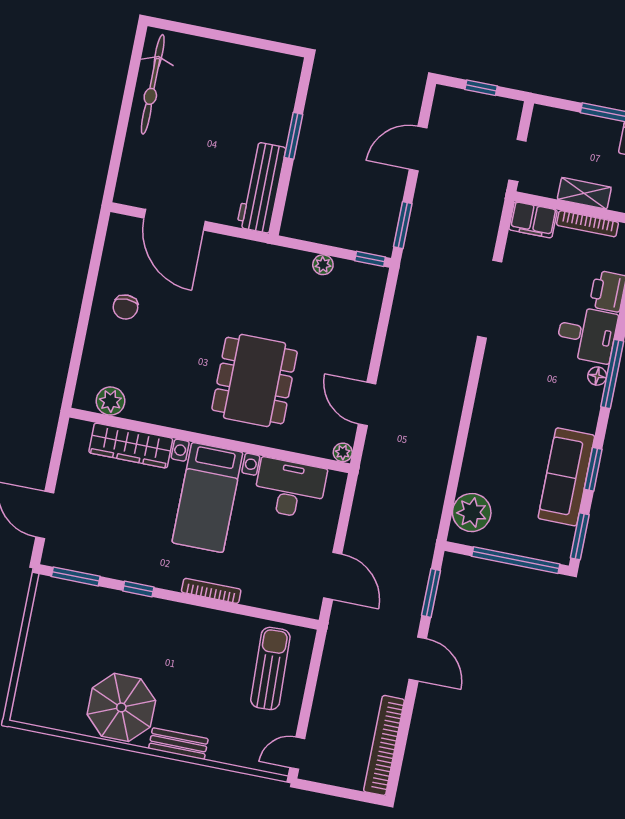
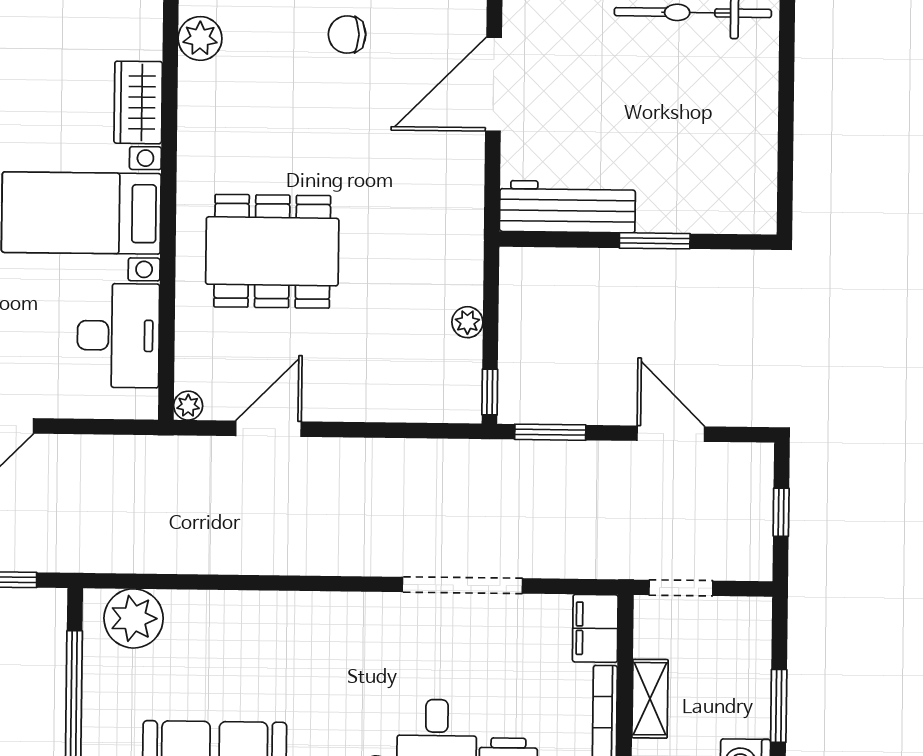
wardrobe: (131, 445) -> (138, 102), width x0.67

